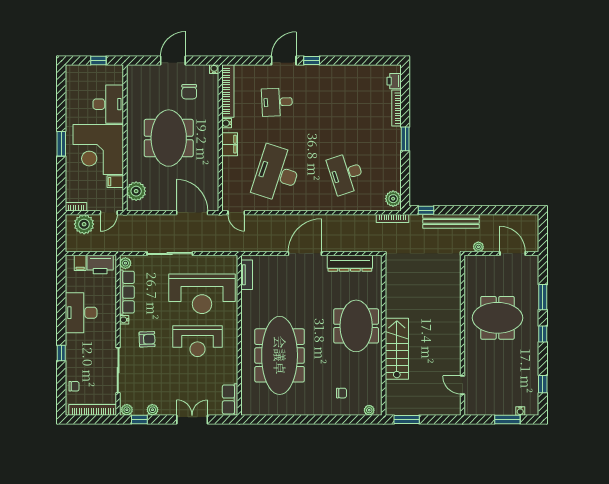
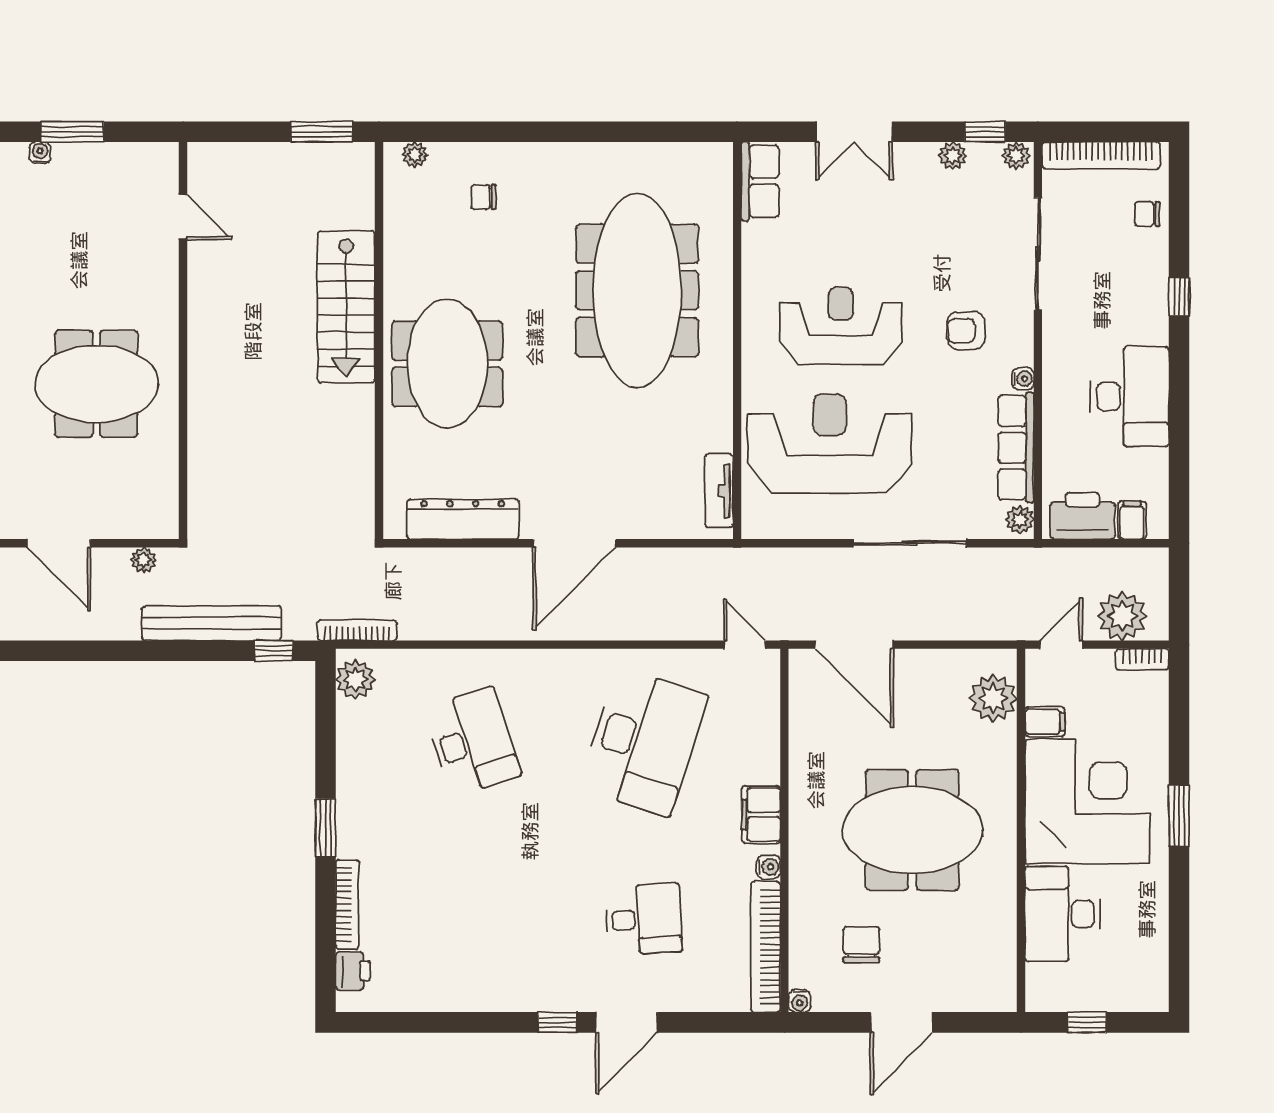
meeting table: (169, 138) -> (912, 830), turned 90

